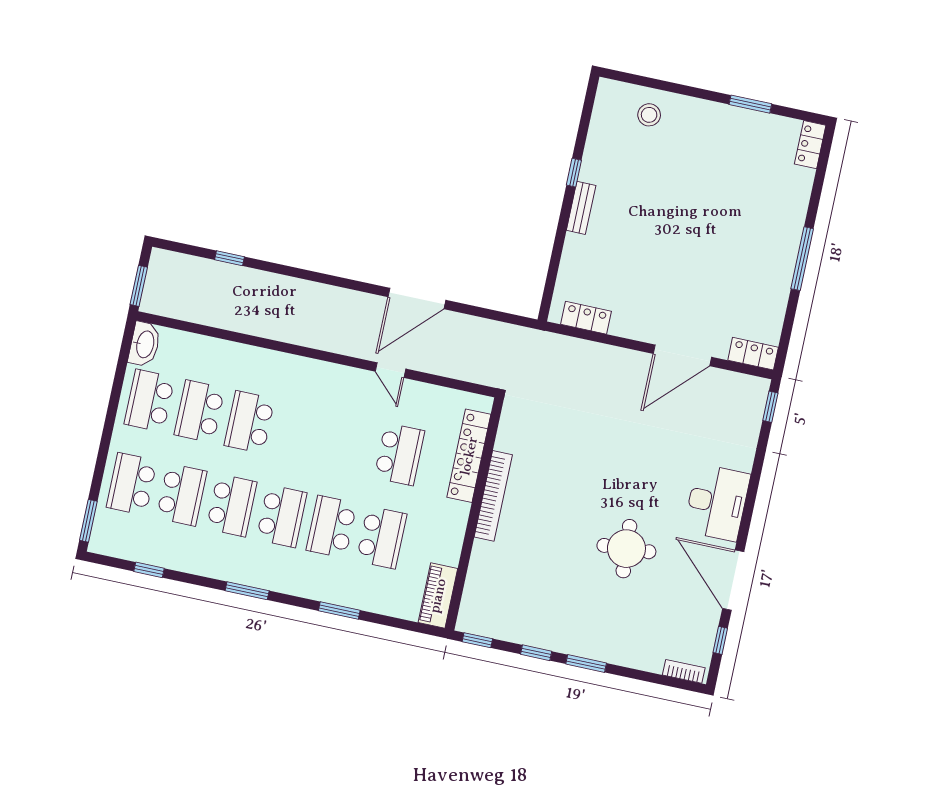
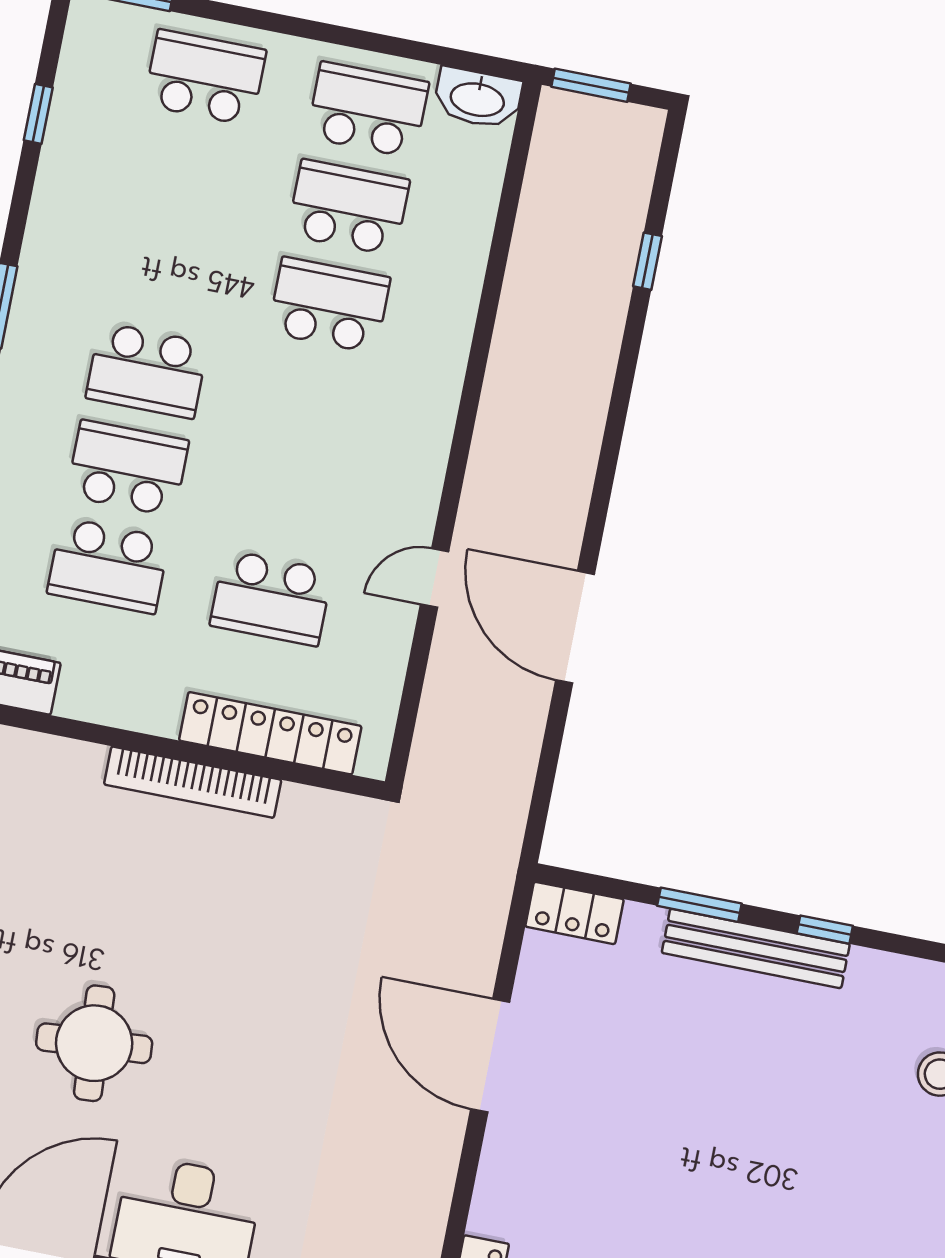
bench: (581, 208) -> (756, 948), width x1.86, depth x1.21
window: (560, 237) -> (699, 905), added
locker: (586, 318) -> (574, 913), moved, turned 90
door: (682, 355) -> (490, 1056), moved
school desk: (182, 495) -> (186, 175), removed
school desk: (232, 505) -> (166, 273), removed

